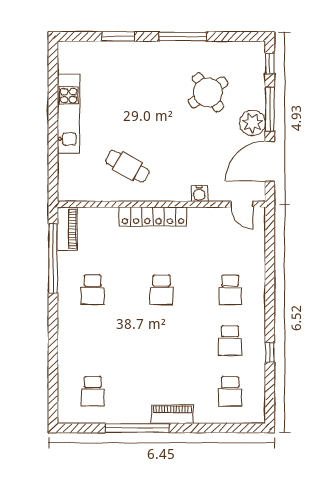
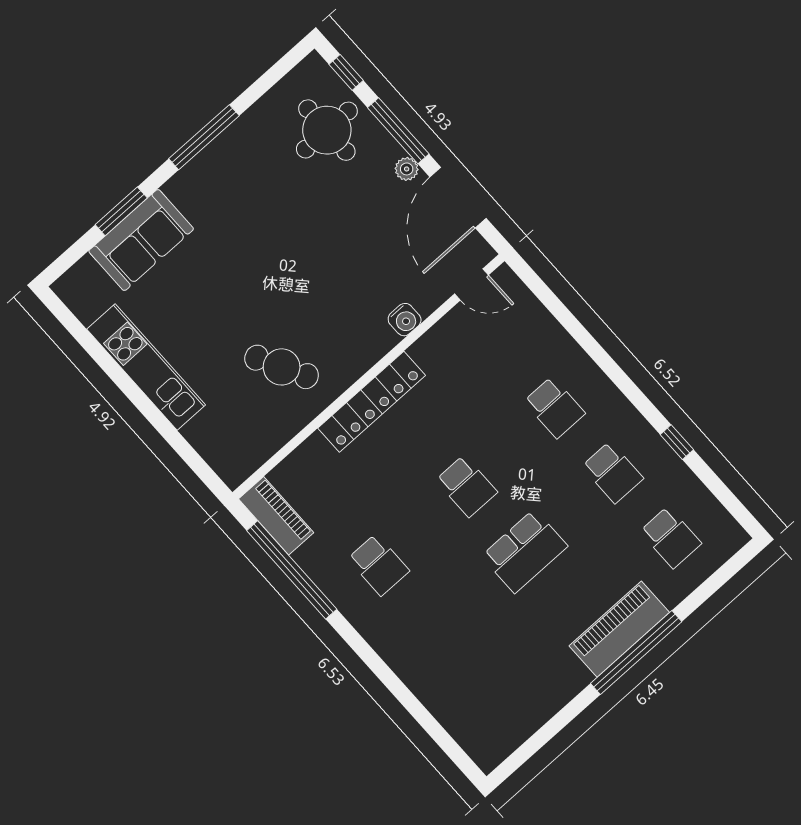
sofa: (116, 57) -> (141, 240), added
round table: (208, 92) -> (327, 130), moved, turned 35
plant: (253, 123) -> (407, 169), width x0.53, depth x0.53
cafe table: (127, 166) -> (282, 367), turned 33
school desk: (93, 391) -> (525, 551), moved, width x1.85
piano: (172, 414) -> (619, 629), width x1.37, depth x1.33
window: (137, 428) -> (636, 652), moved

